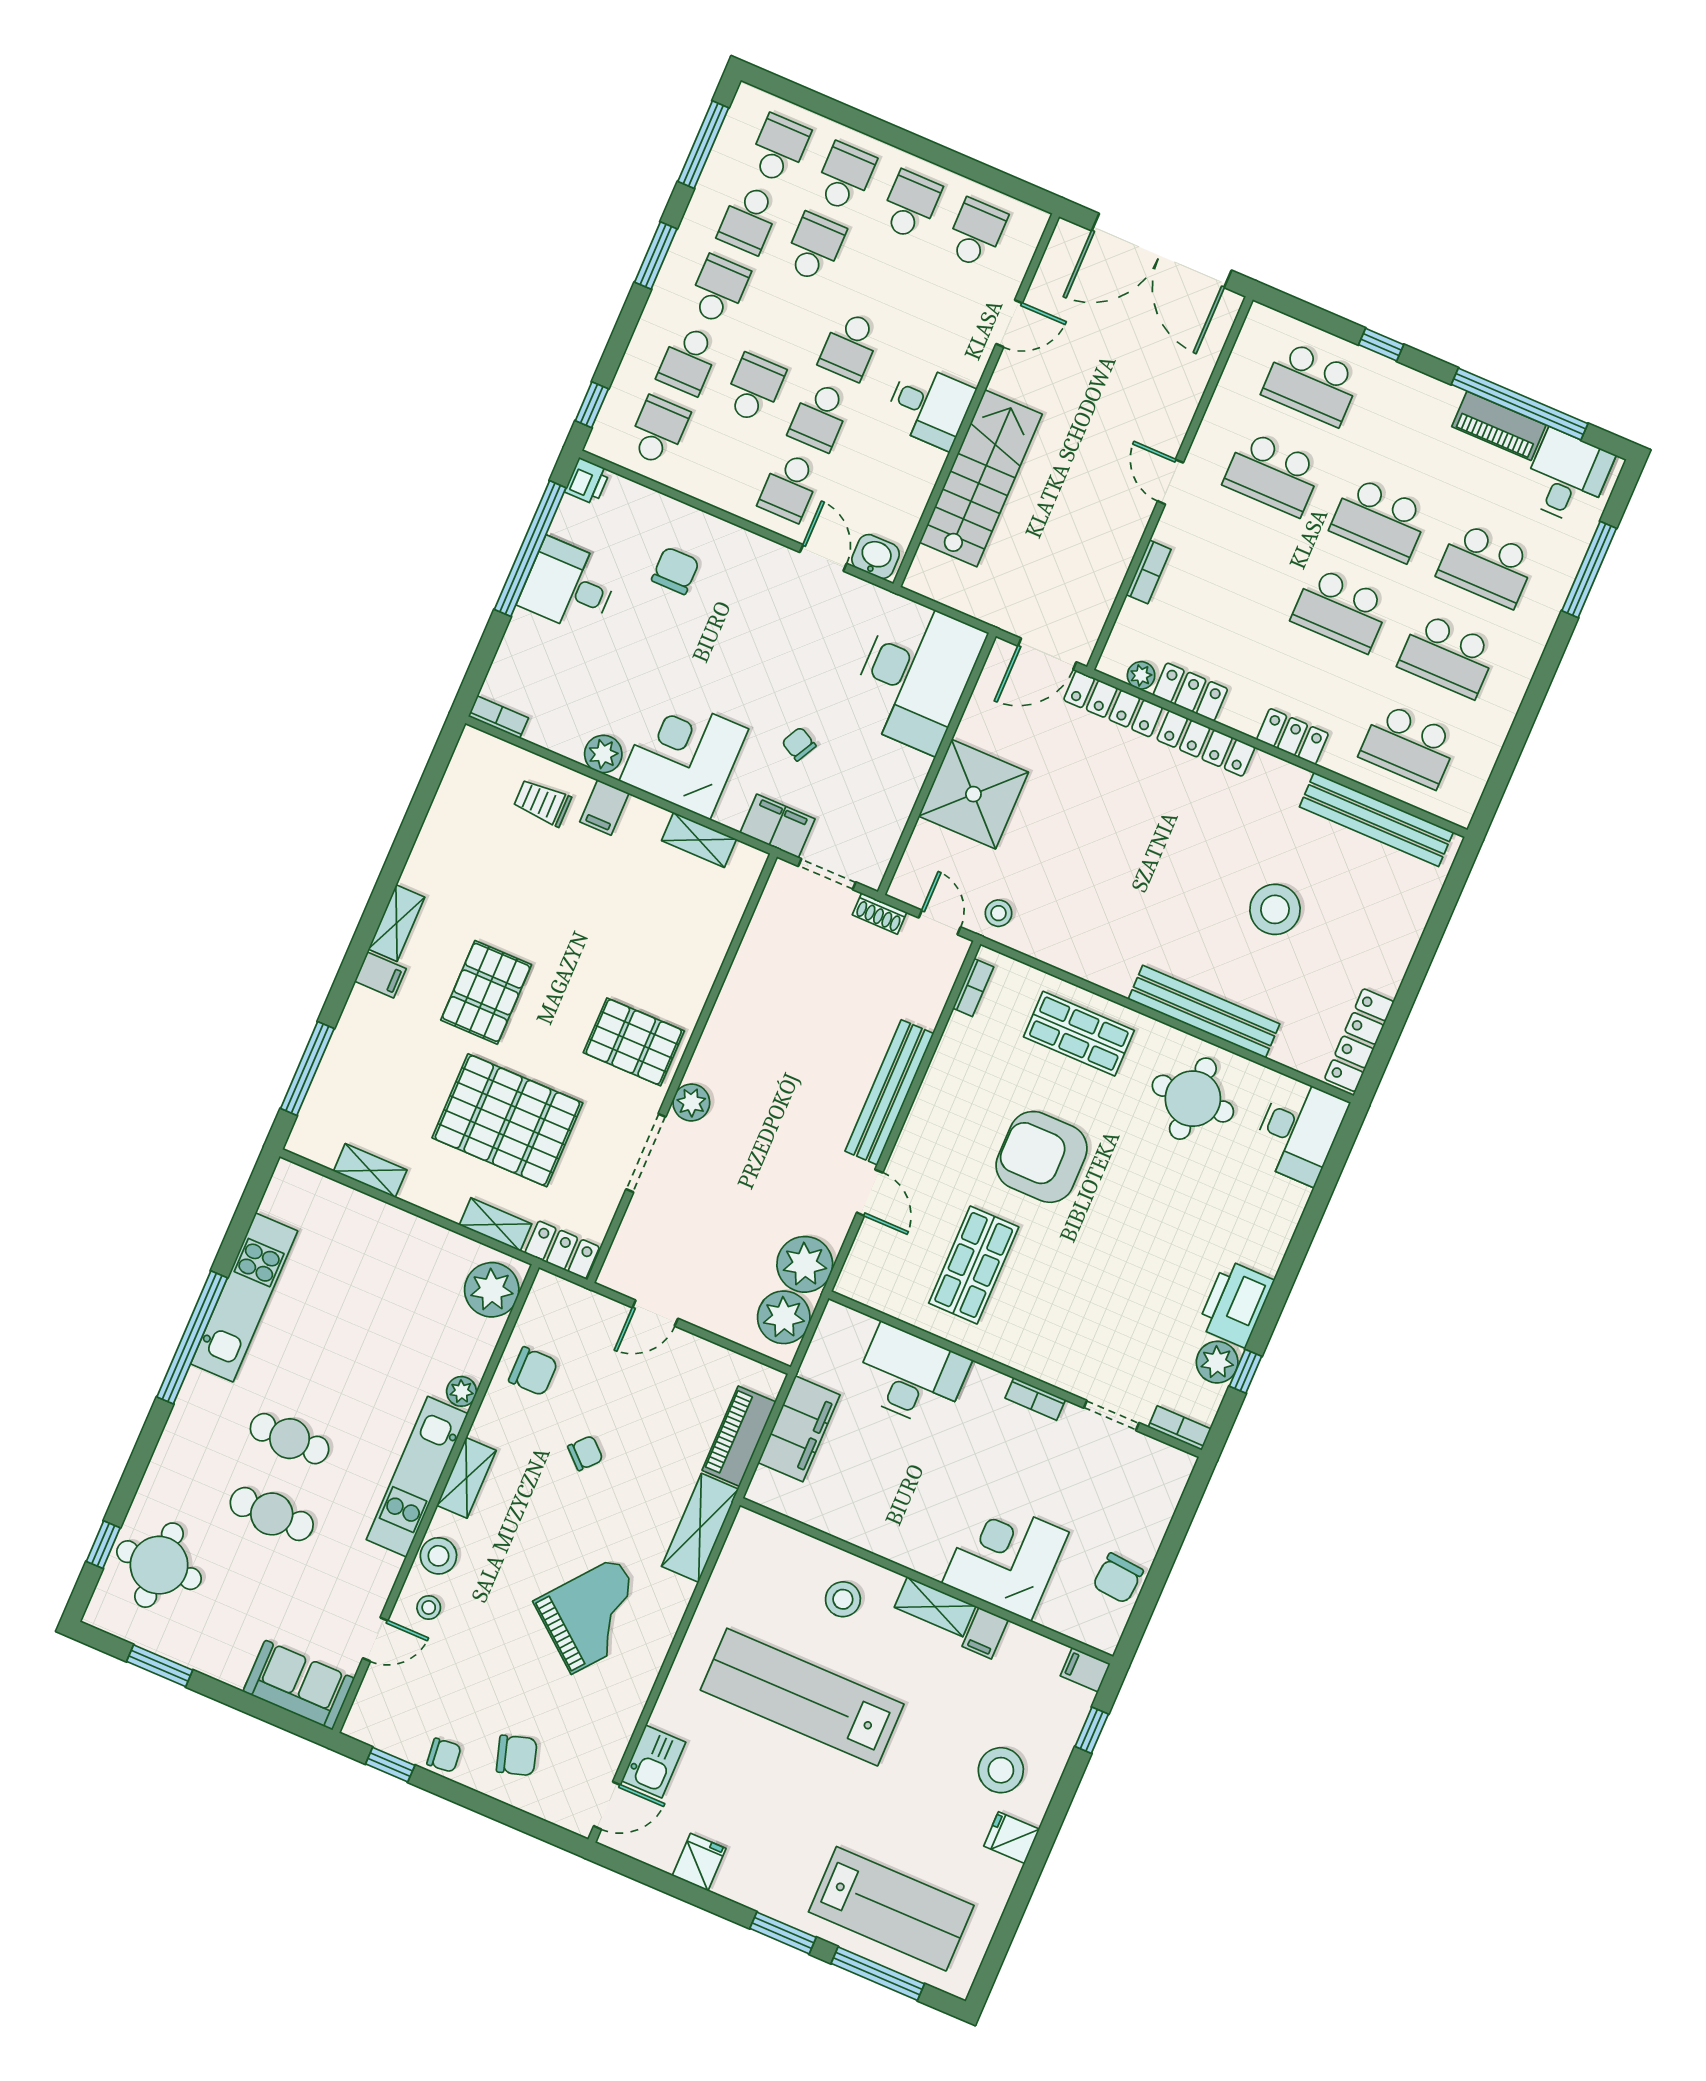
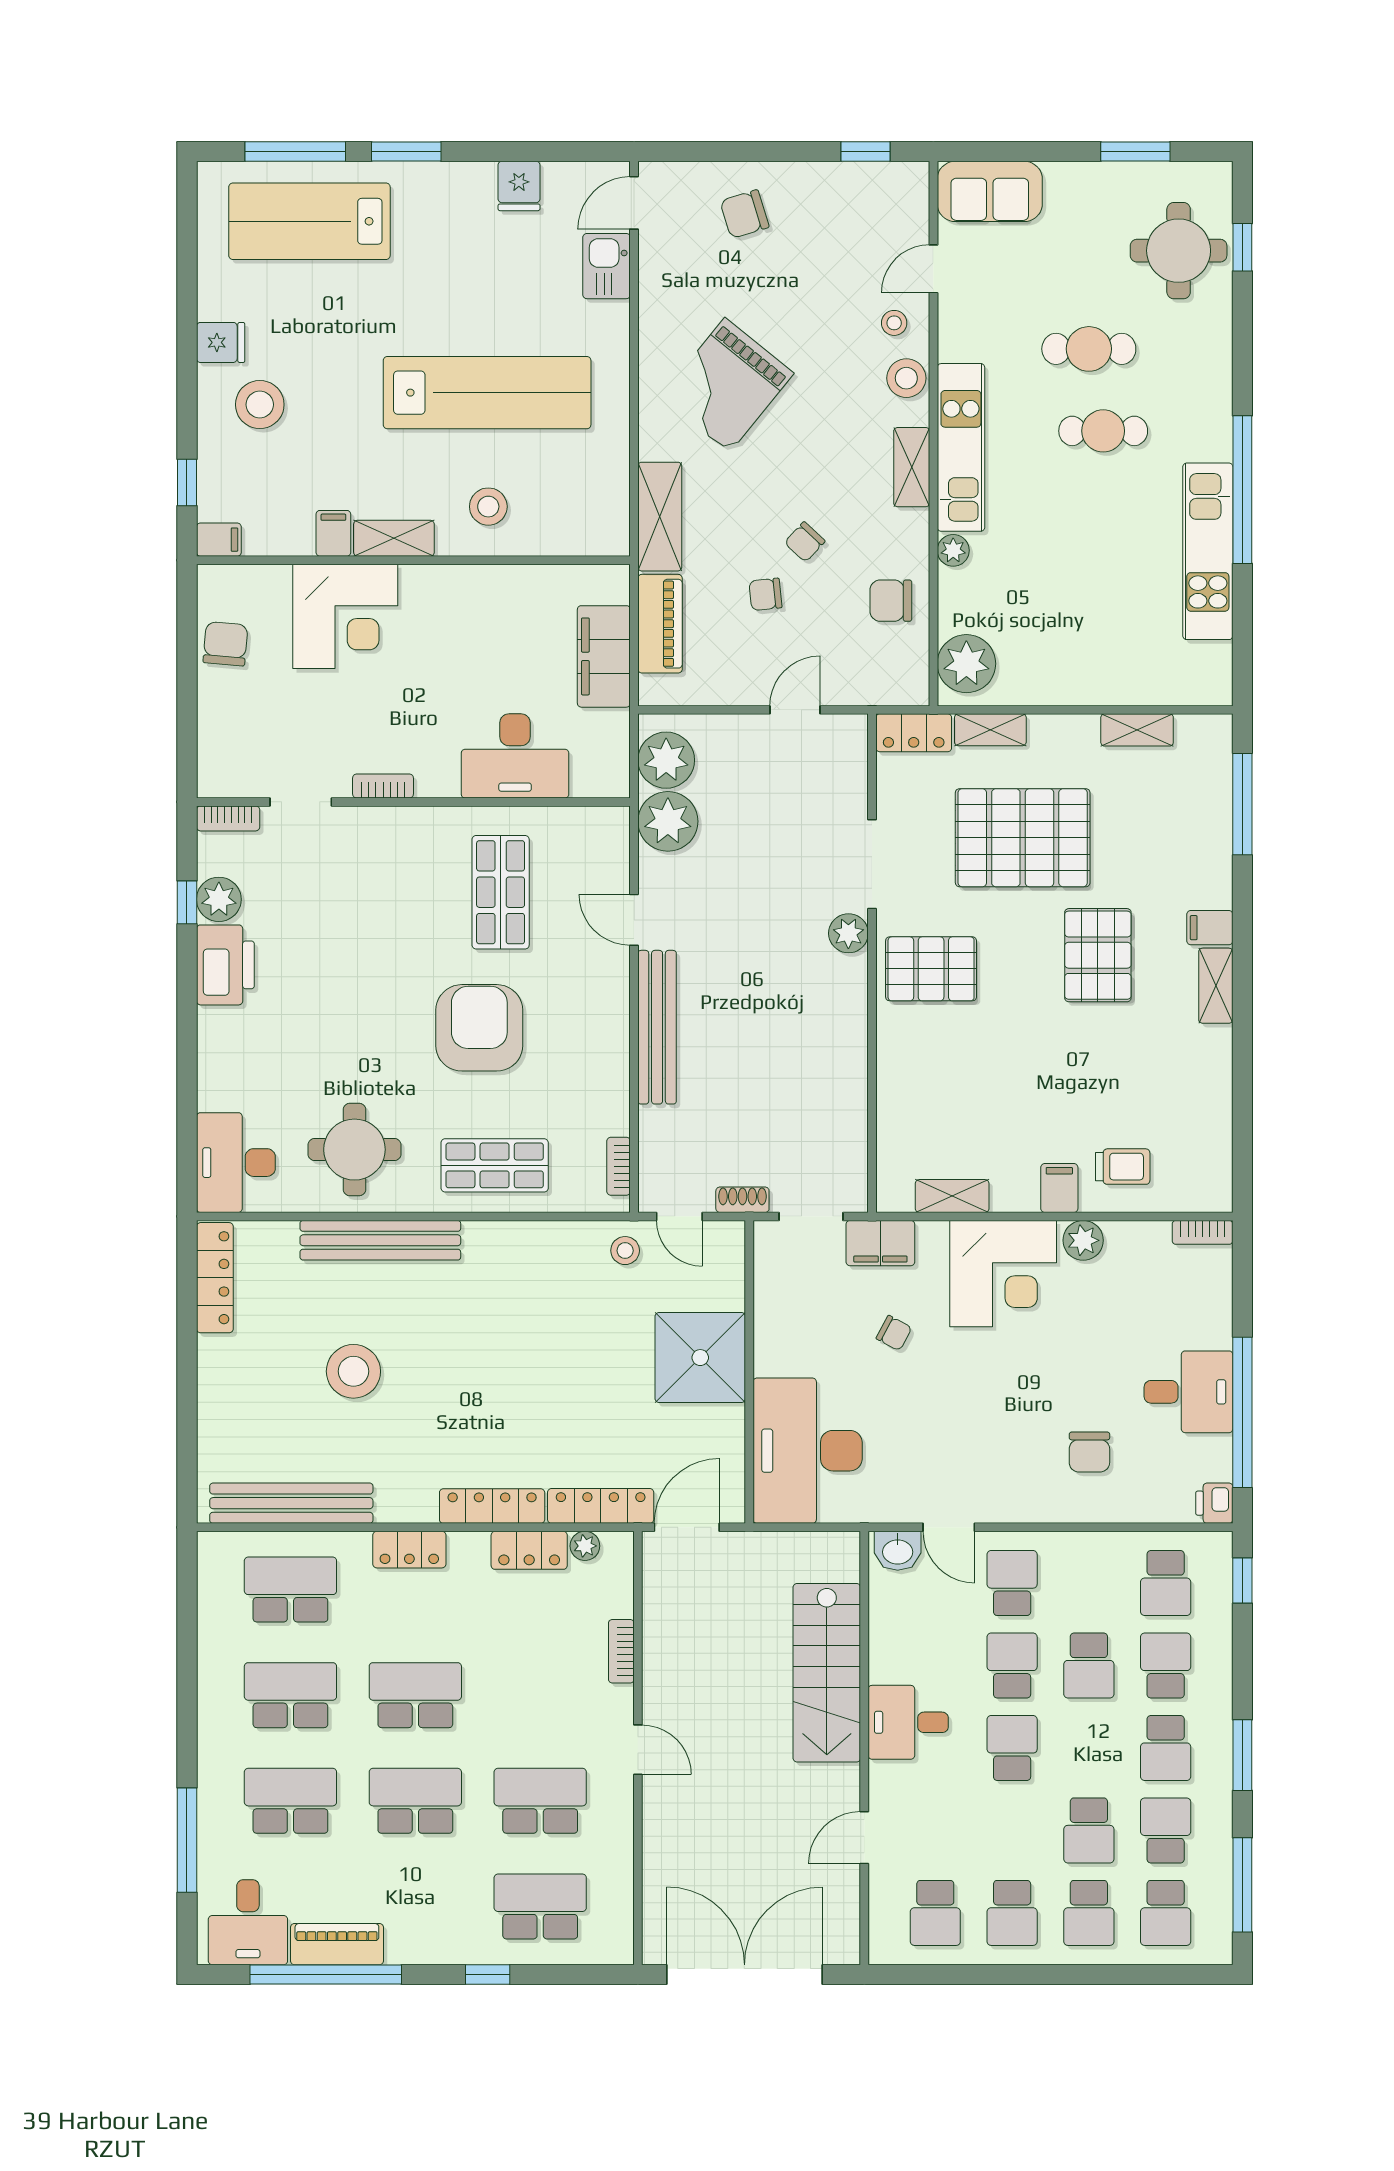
armchair: (1042, 1157) -> (479, 1028), turned -90
chair: (444, 1755) -> (765, 594), moved

